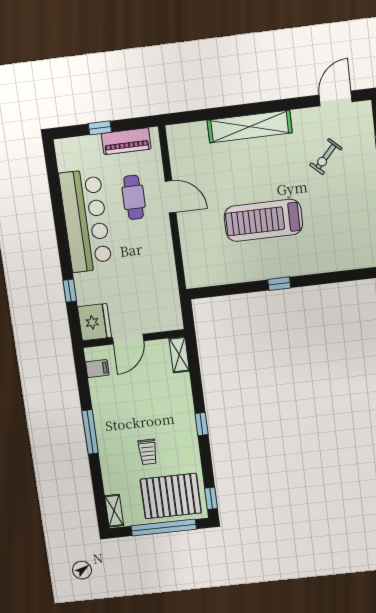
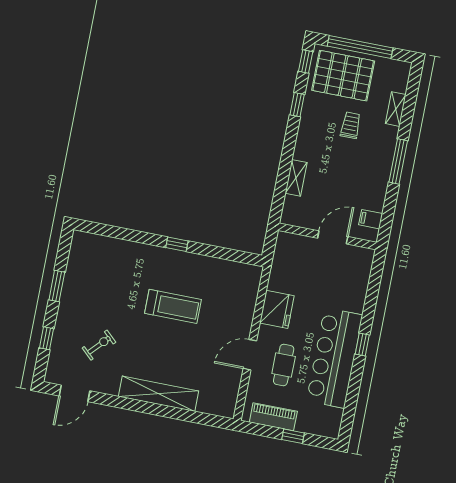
door: (171, 197) -> (250, 355), hinge flipped
treadmill: (263, 220) -> (173, 306), width x0.73, depth x0.73
window: (70, 291) -> (362, 345), moved
fridge: (94, 322) -> (277, 309), moved, turned 180
shelving: (179, 355) -> (296, 178), moved
window: (202, 424) -> (297, 105), moved
shelving: (114, 511) -> (396, 109), moved

